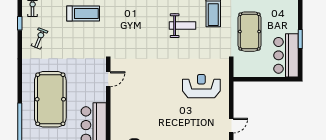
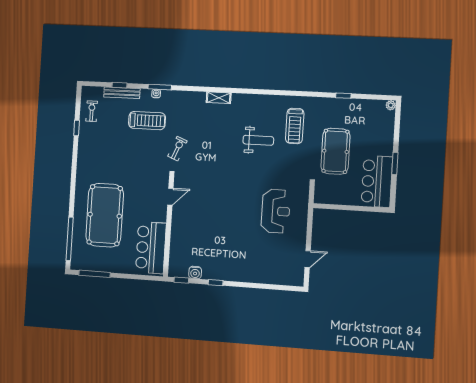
exercise bike: (39, 38) -> (177, 149), moved
reception desk: (201, 86) -> (276, 211), turned 90

